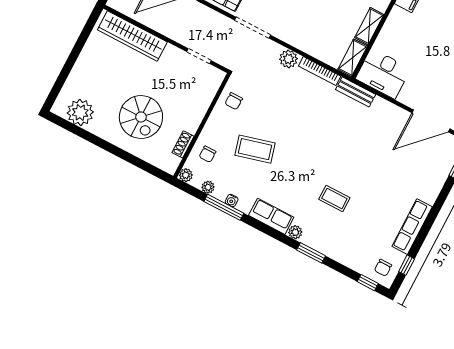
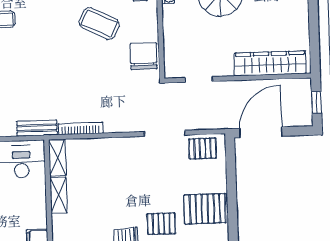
plant: (288, 59) -> (115, 123), removed
chair: (234, 101) -> (144, 56), width x1.87, depth x1.87
coffee table: (255, 149) -> (99, 23), turned 41

